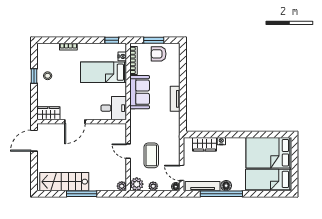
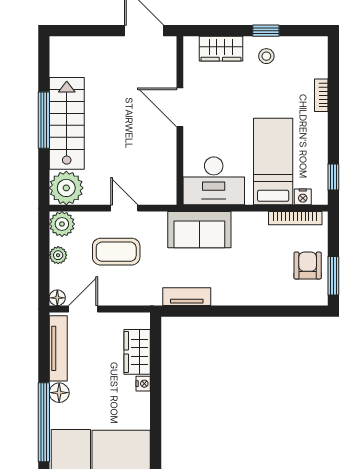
window: (154, 40) -> (333, 276), moved
sofa: (140, 92) -> (199, 230), moved
tv unit: (175, 99) -> (187, 297), moved
desk: (114, 108) -> (214, 181), width x1.37
wardrobe: (48, 113) -> (221, 49), moved, turned 90
door: (128, 151) -> (124, 208), hinge flipped
stairs: (64, 182) -> (67, 123), moved
plant: (122, 186) -> (66, 188), width x1.88, depth x1.88
window: (221, 194) -> (44, 422), moved

